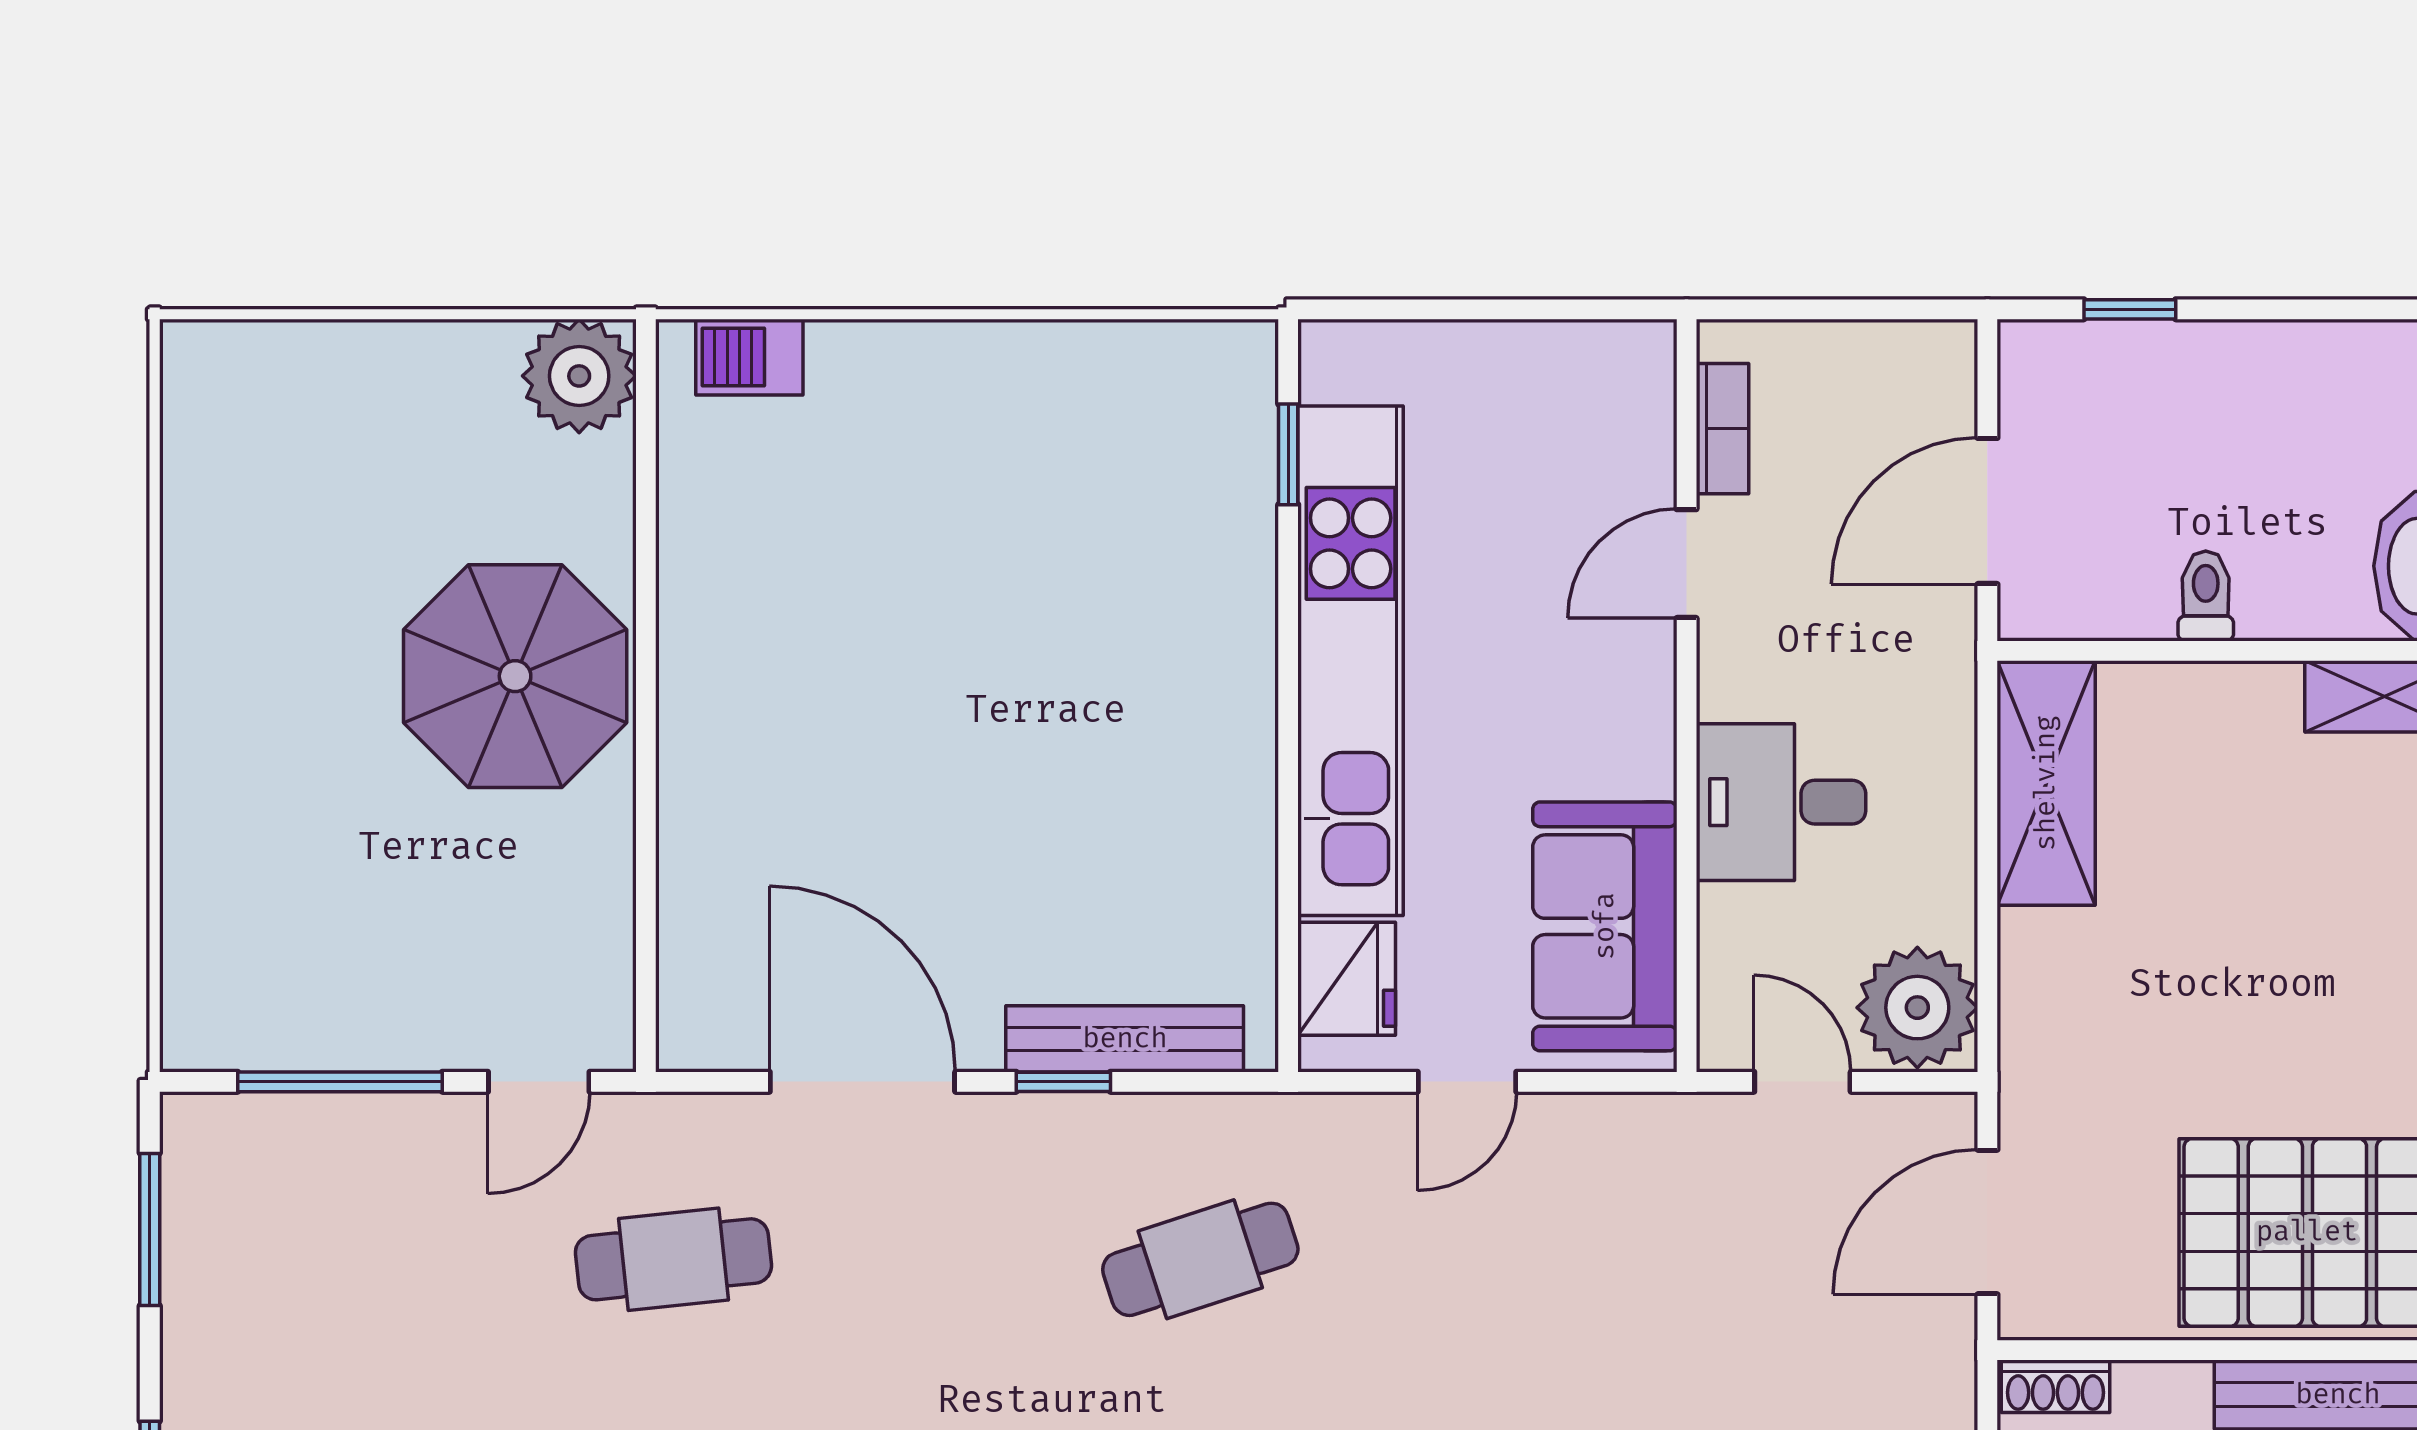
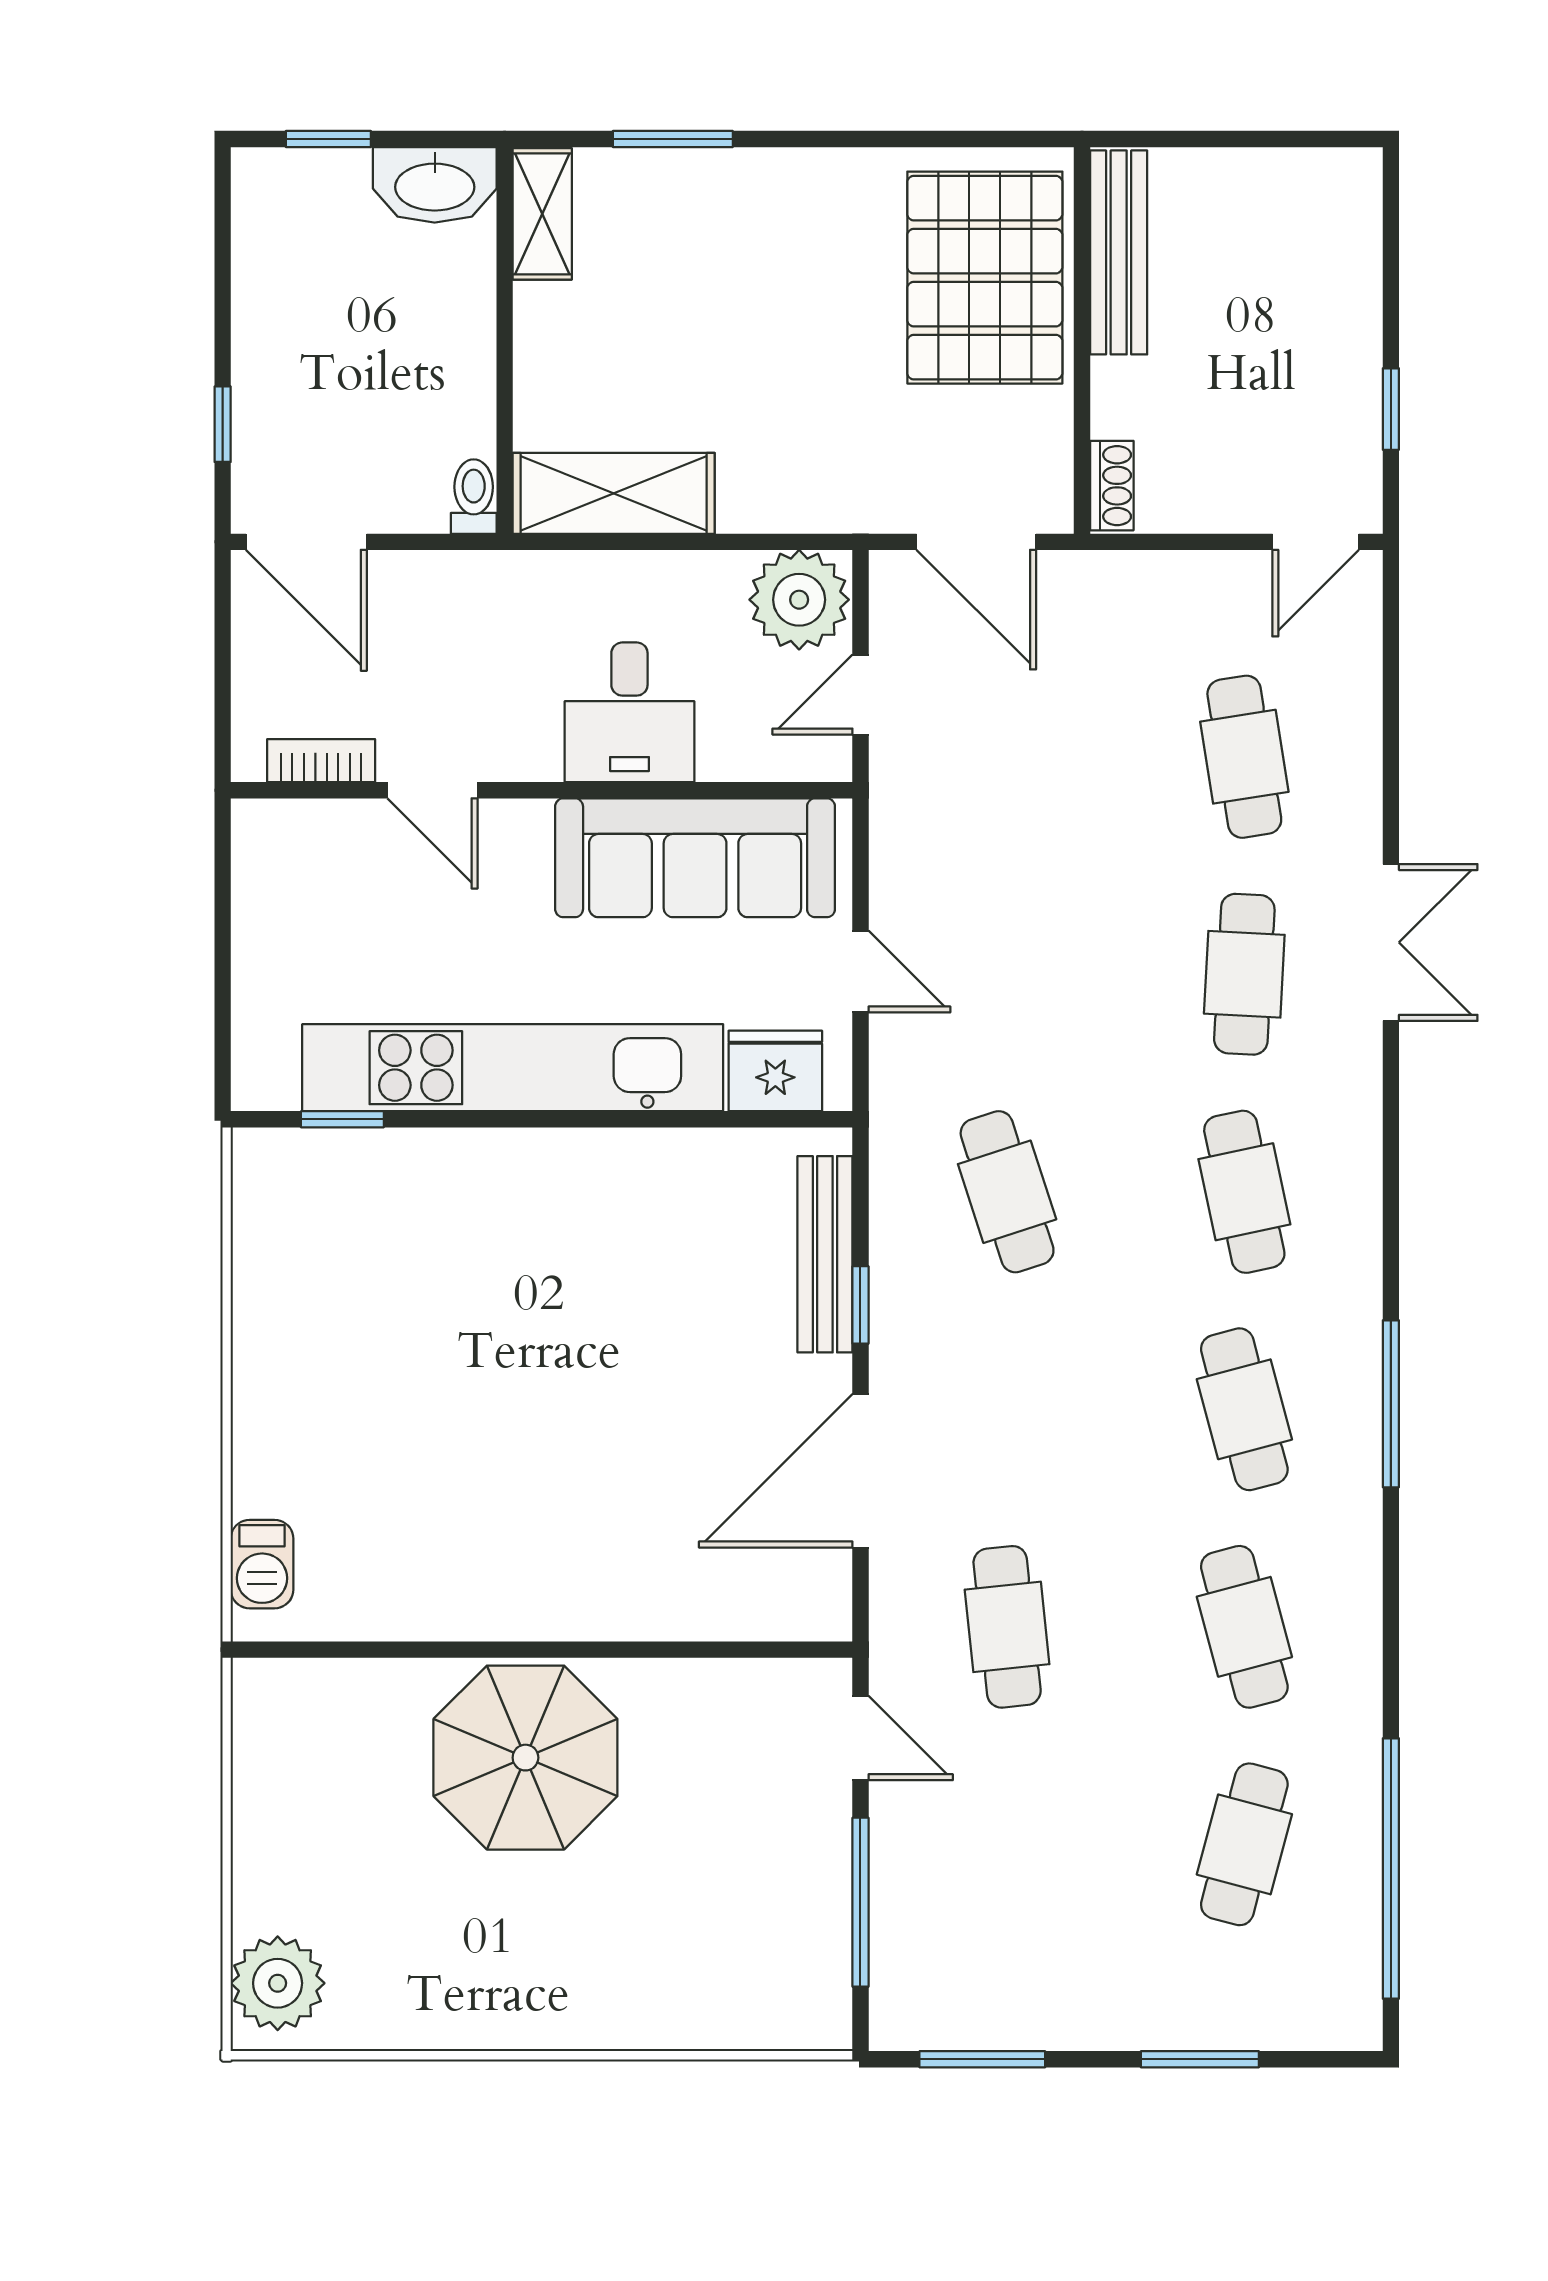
plant: (579, 376) -> (278, 1983), moved
door: (1987, 511) -> (306, 542), moved
toilet: (2206, 596) -> (474, 497), moved, turned 90
sofa: (1605, 926) -> (695, 858), width x1.36

